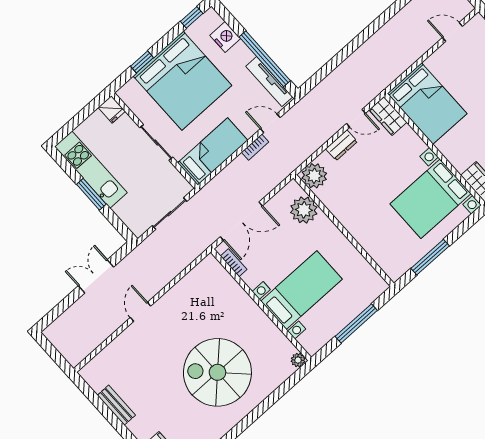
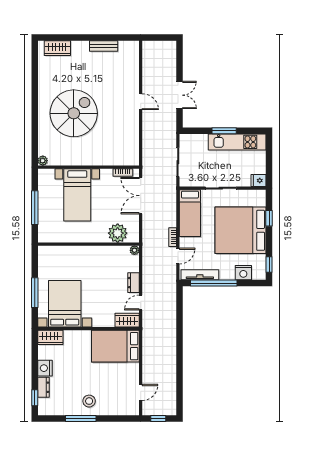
plant: (314, 176) -> (134, 250), width x0.53, depth x0.53
window: (430, 257) -> (35, 293), moved

